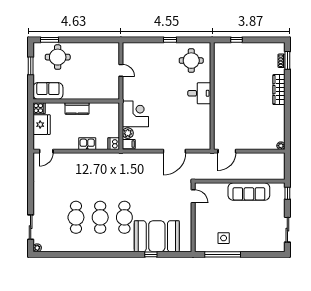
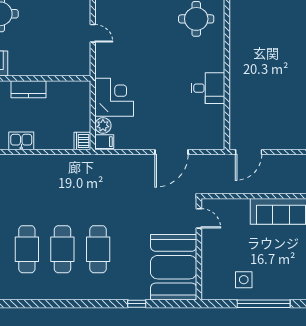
desk: (199, 93) -> (208, 88), moved
kitchen sink: (87, 144) -> (21, 141), moved
booth: (157, 236) -> (174, 267), moved, turned 90
window: (223, 254) -> (264, 304), moved

